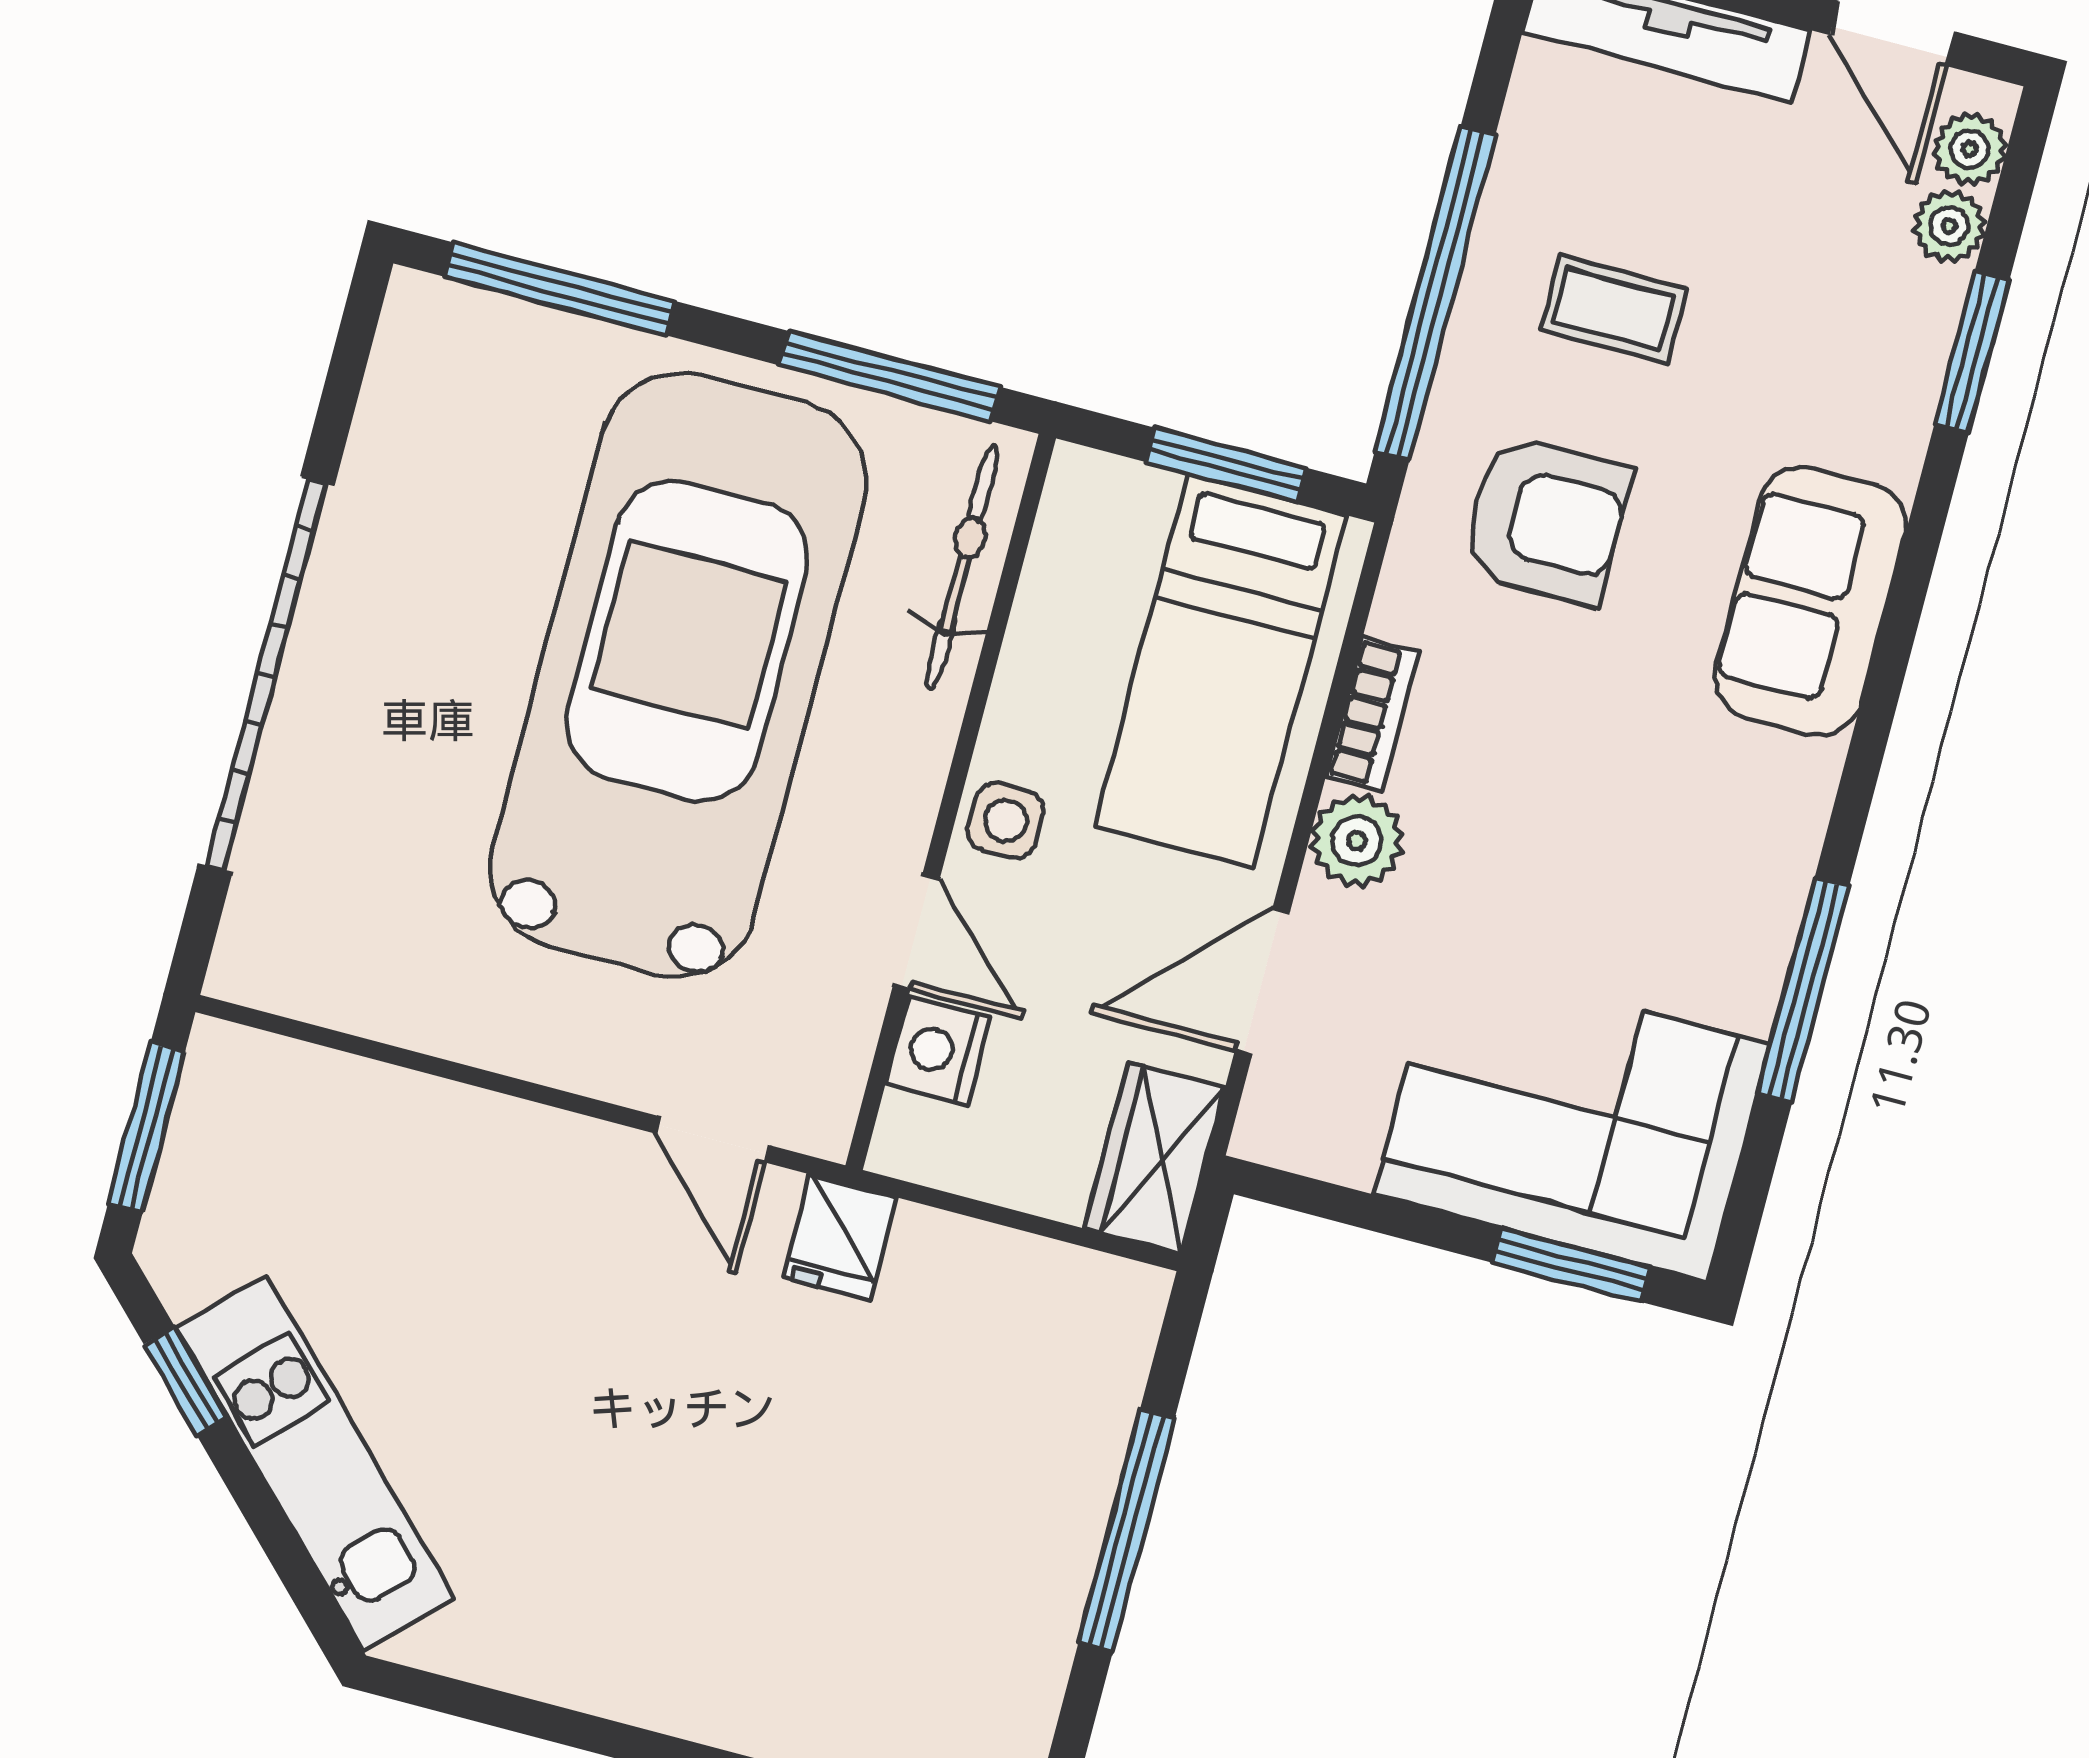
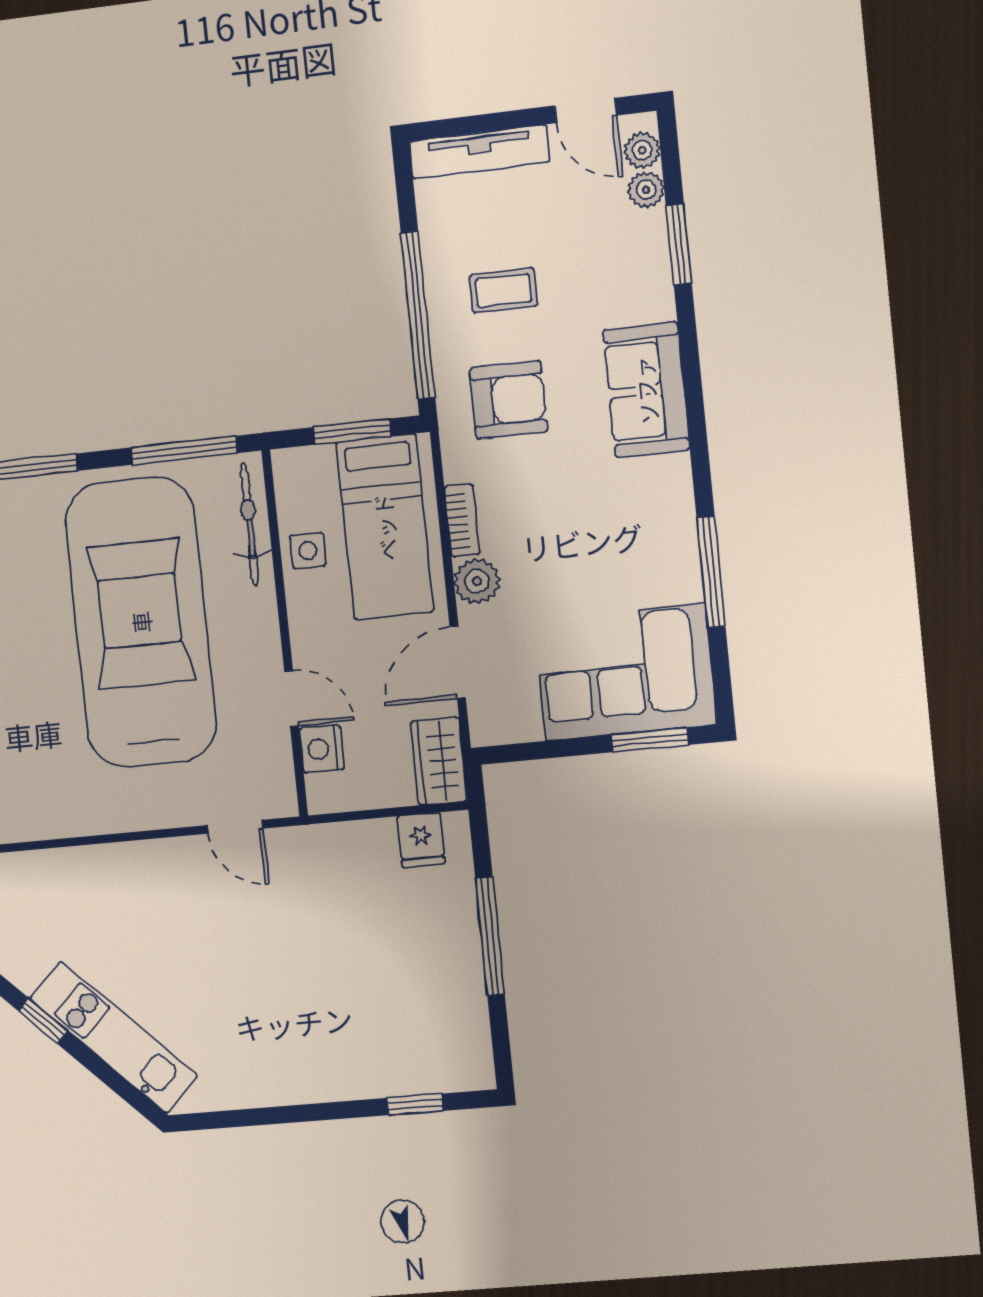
side table: (1006, 821) -> (308, 551), moved
fridge: (840, 1237) -> (421, 840), moved

